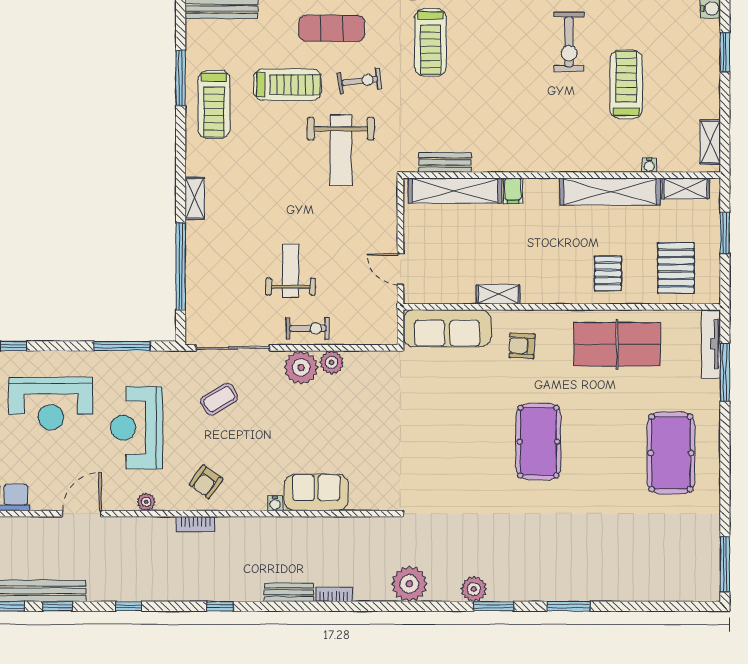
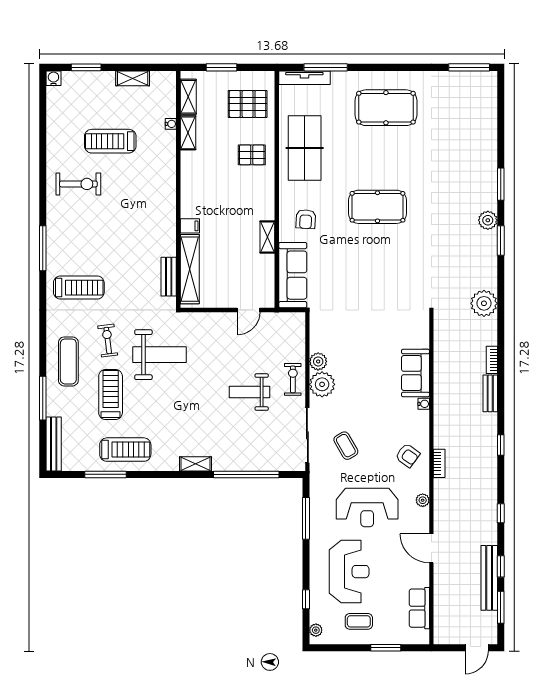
shelving: (710, 142) -> (133, 78), moved
shelving: (610, 192) -> (188, 133), width x0.45, depth x0.75
plant: (474, 589) -> (488, 220), moved

